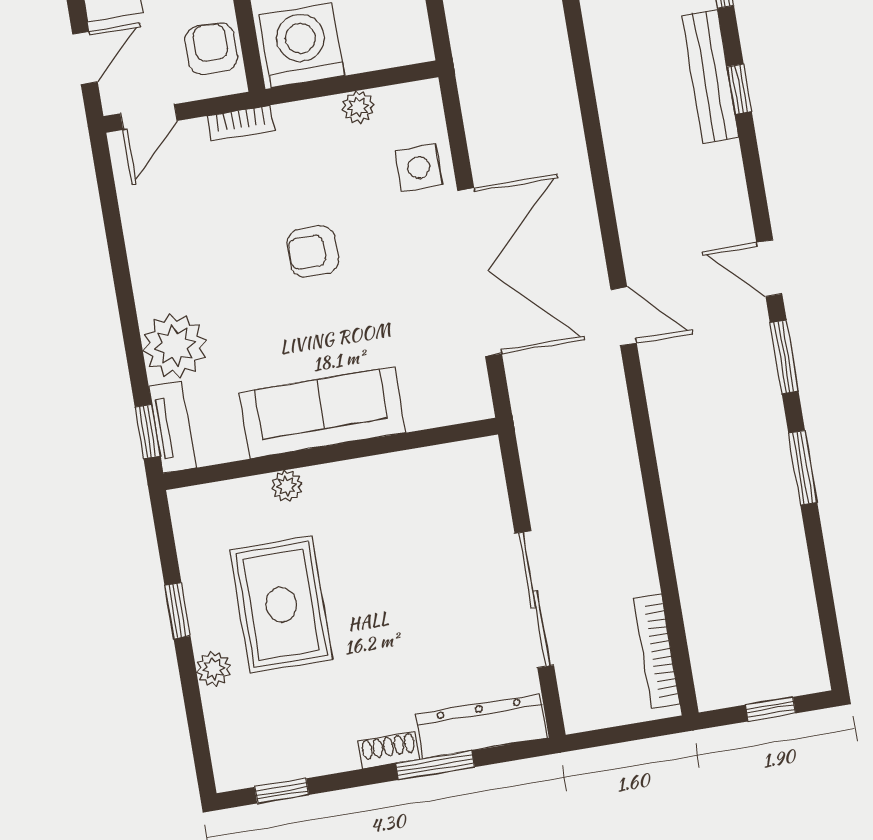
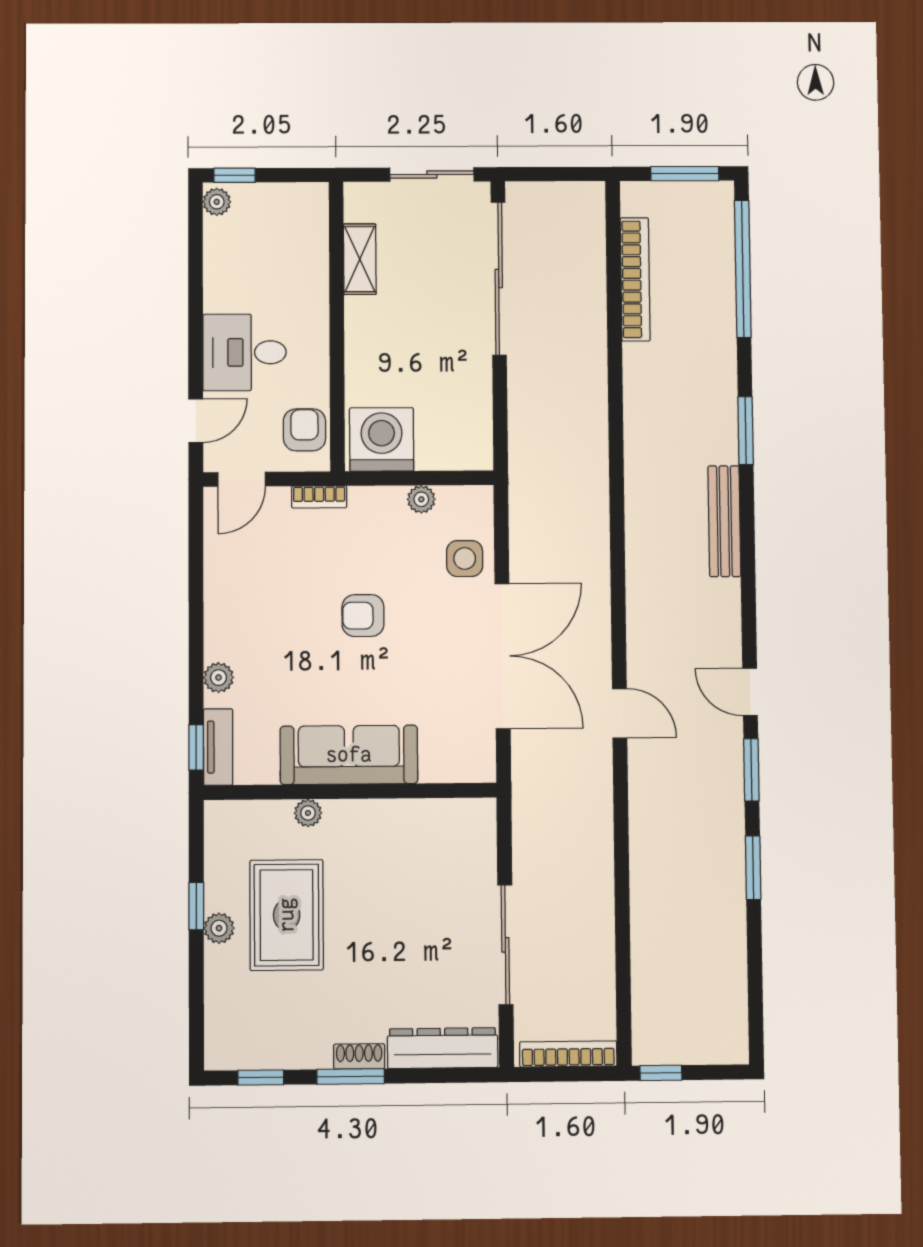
window: (739, 89) -> (747, 536), removed
plant: (175, 346) -> (219, 678), width x0.53, depth x0.53
bookcase: (657, 651) -> (568, 1054), moved, turned 90
plant: (213, 669) -> (219, 928), moved
window: (771, 709) -> (661, 1073), moved
window: (435, 765) -> (351, 1076), moved

